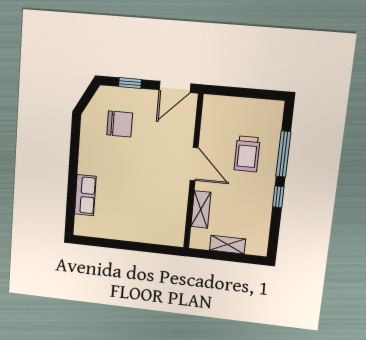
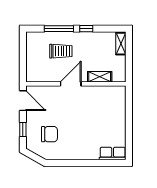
chair: (120, 124) -> (49, 134), turned 90
row of seats: (85, 195) -> (113, 154), moved
shelving: (228, 245) -> (121, 44), moved

